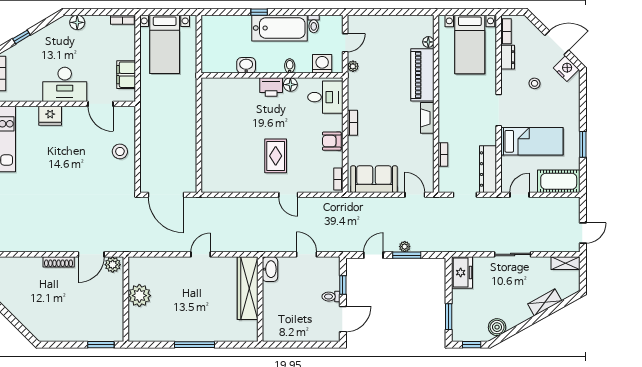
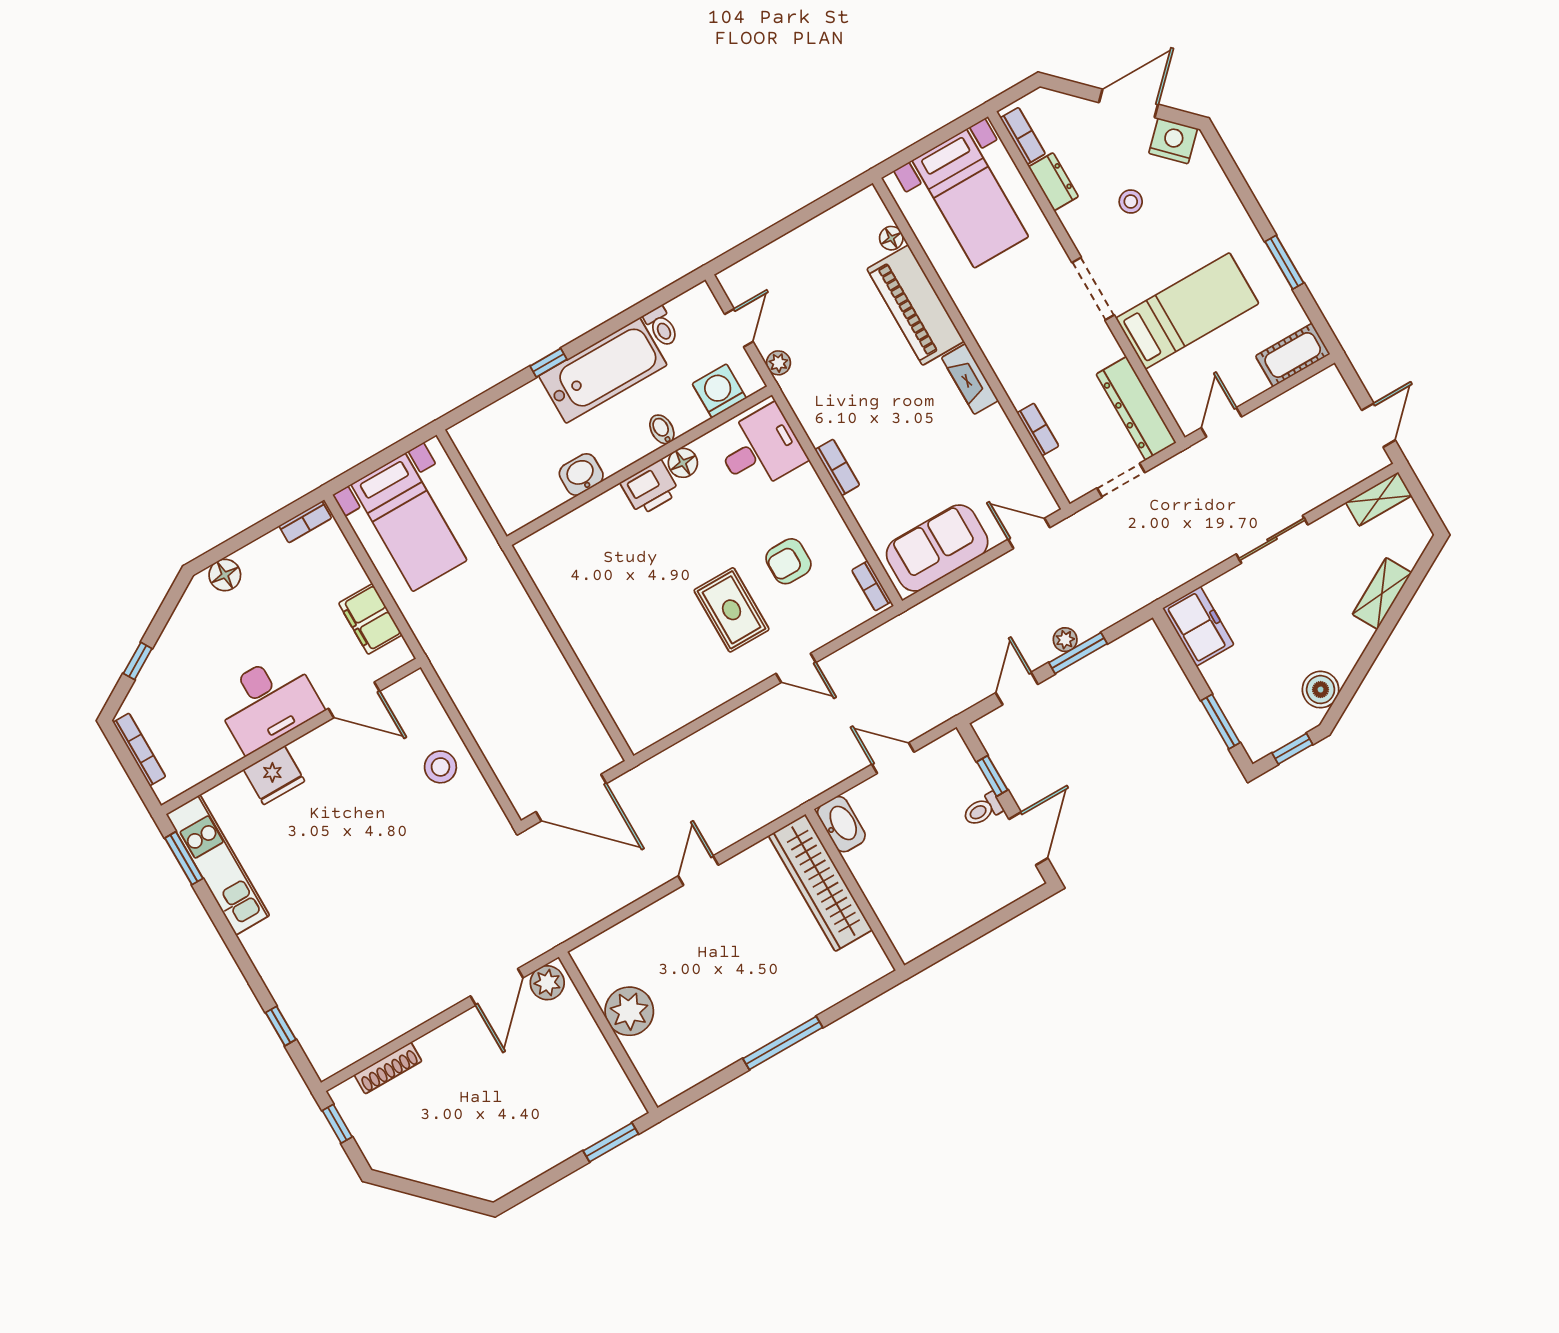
armchair: (332, 141) -> (788, 561), moved
cot: (559, 181) -> (1293, 355), width x0.73, depth x0.75
shoe rack: (59, 262) -> (388, 1068), moved

